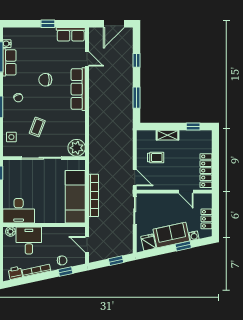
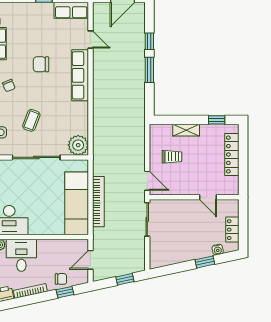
window: (137, 98) -> (149, 70), moved
locker: (206, 171) -> (232, 155), moved
sofa: (171, 235) -> (191, 249), removed
fridge: (148, 242) -> (163, 257), removed
door: (87, 244) -> (90, 260), hinge flipped

